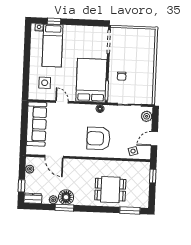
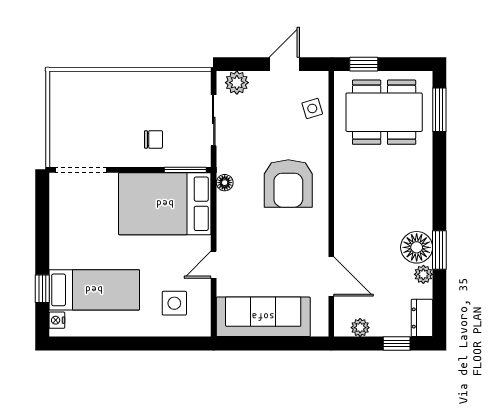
door: (154, 139) -> (284, 64), swing flipped
door: (54, 157) -> (331, 276), hinge flipped
dining table: (110, 190) -> (384, 112), moved, width x1.37

